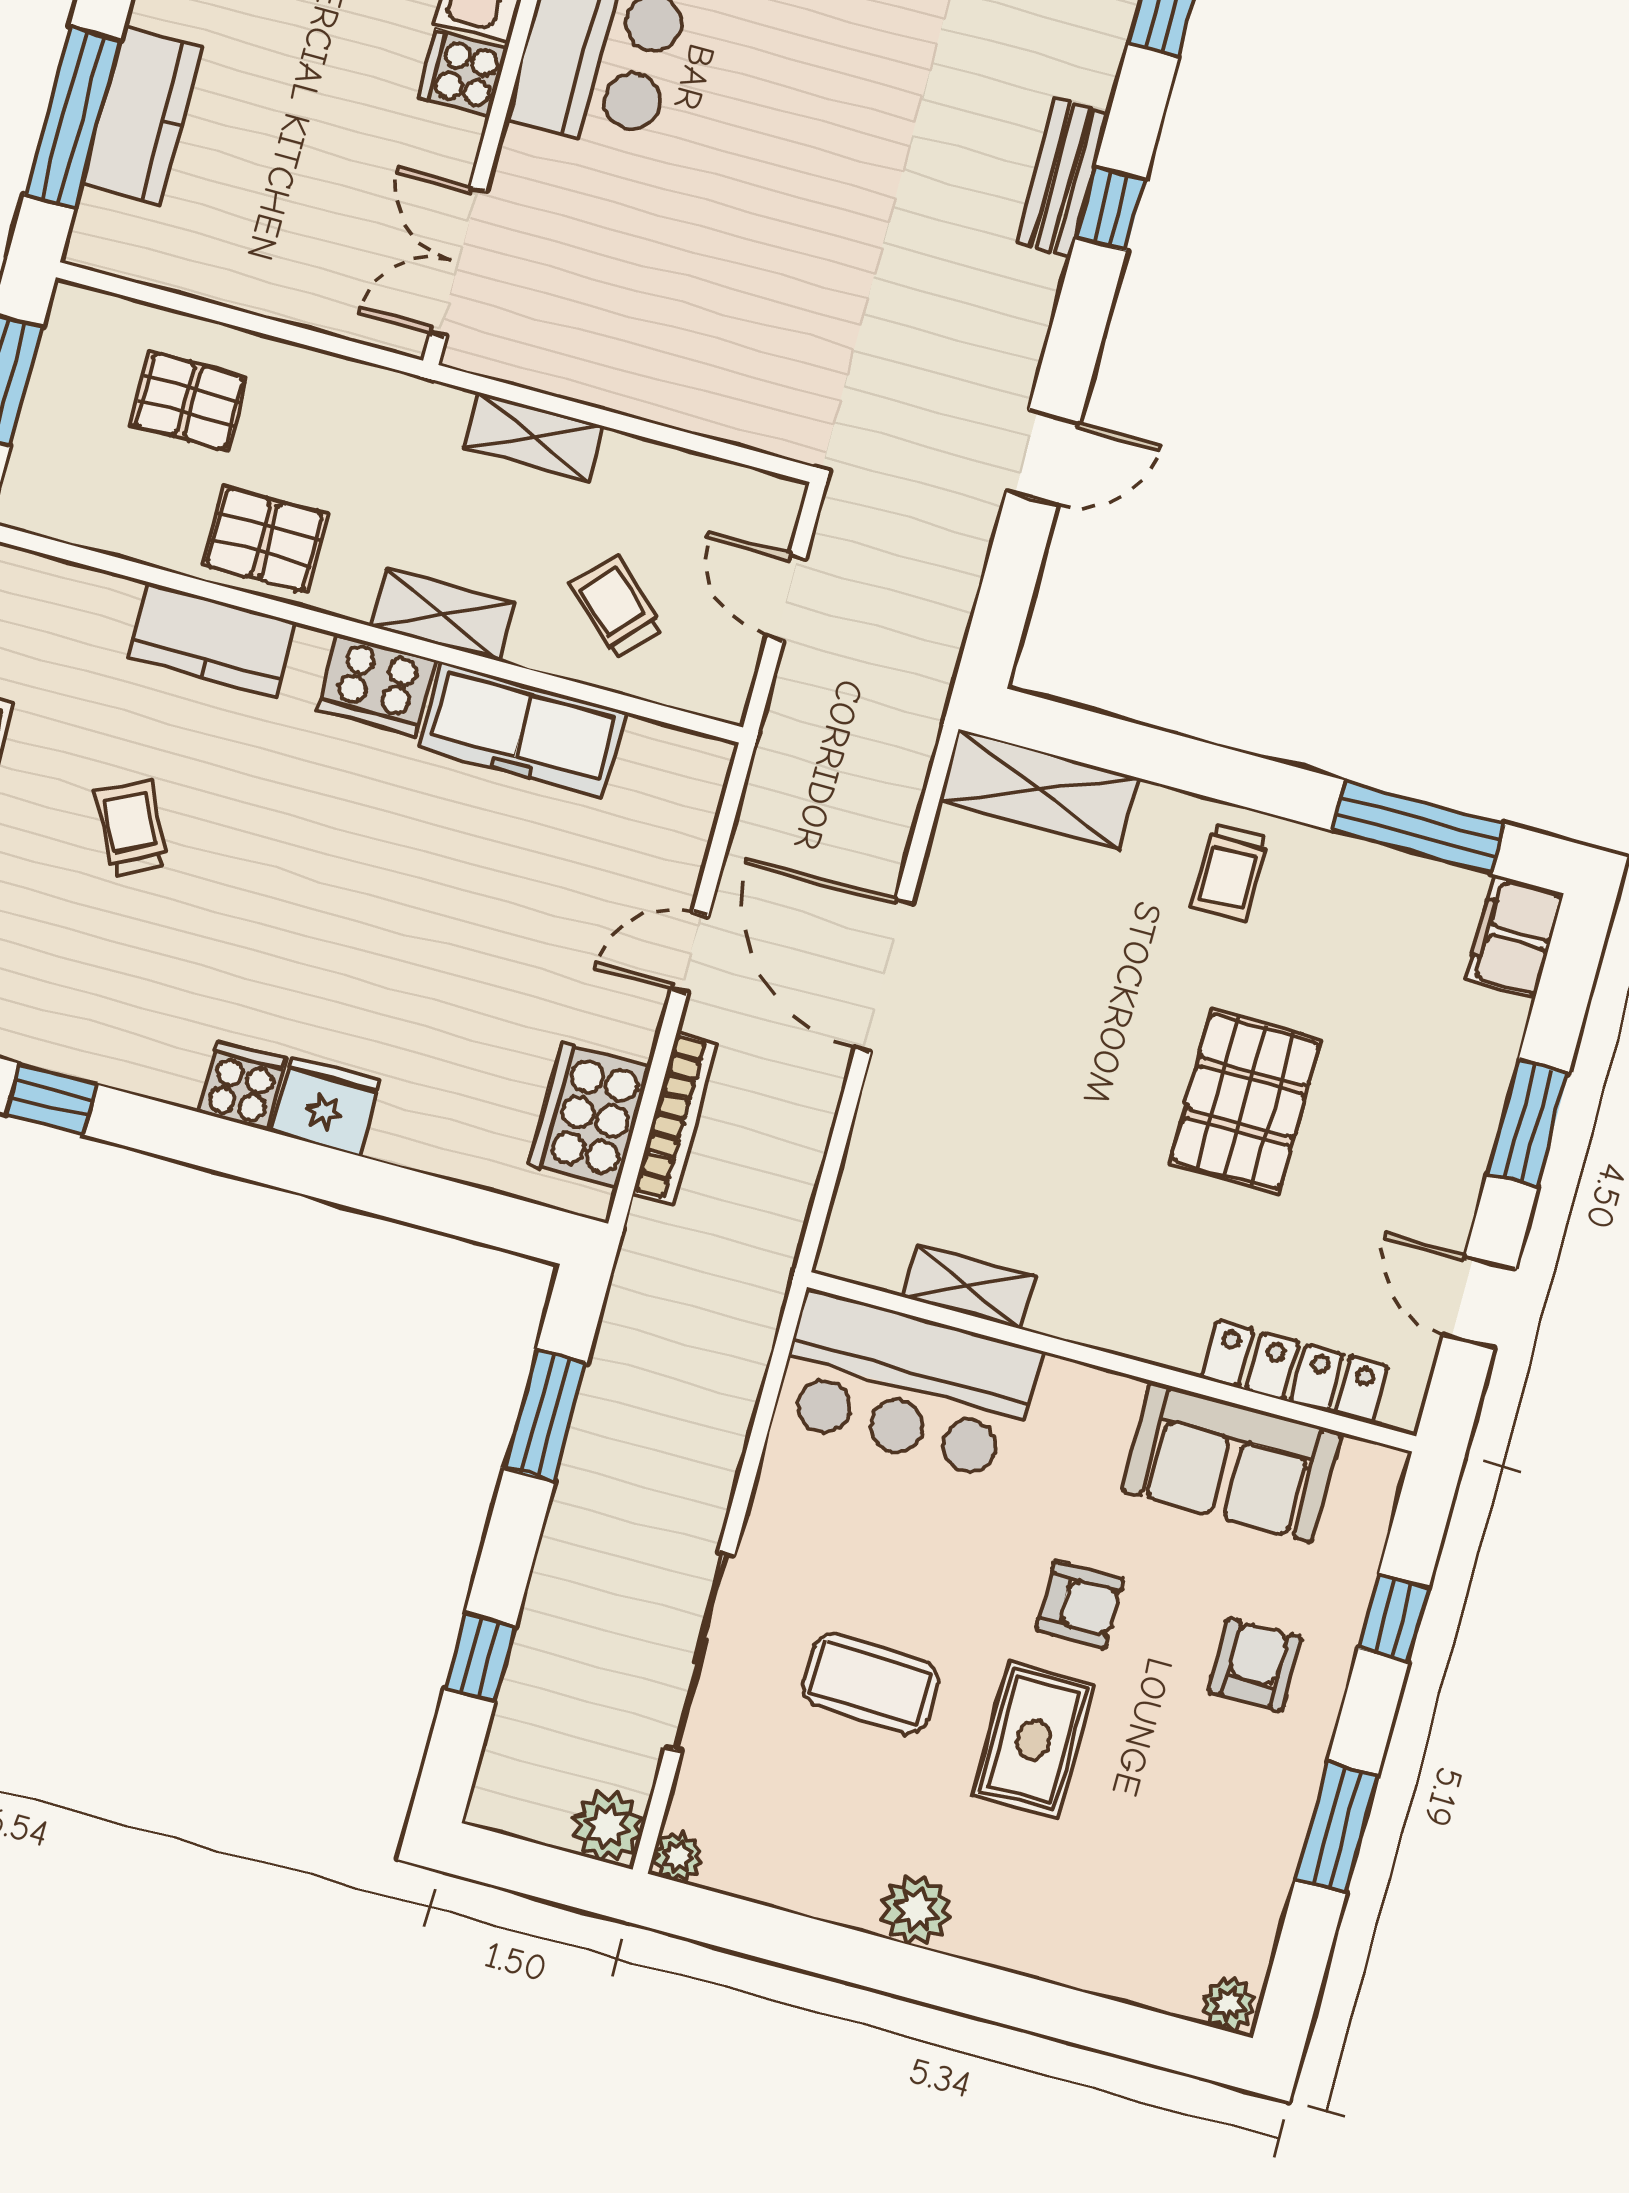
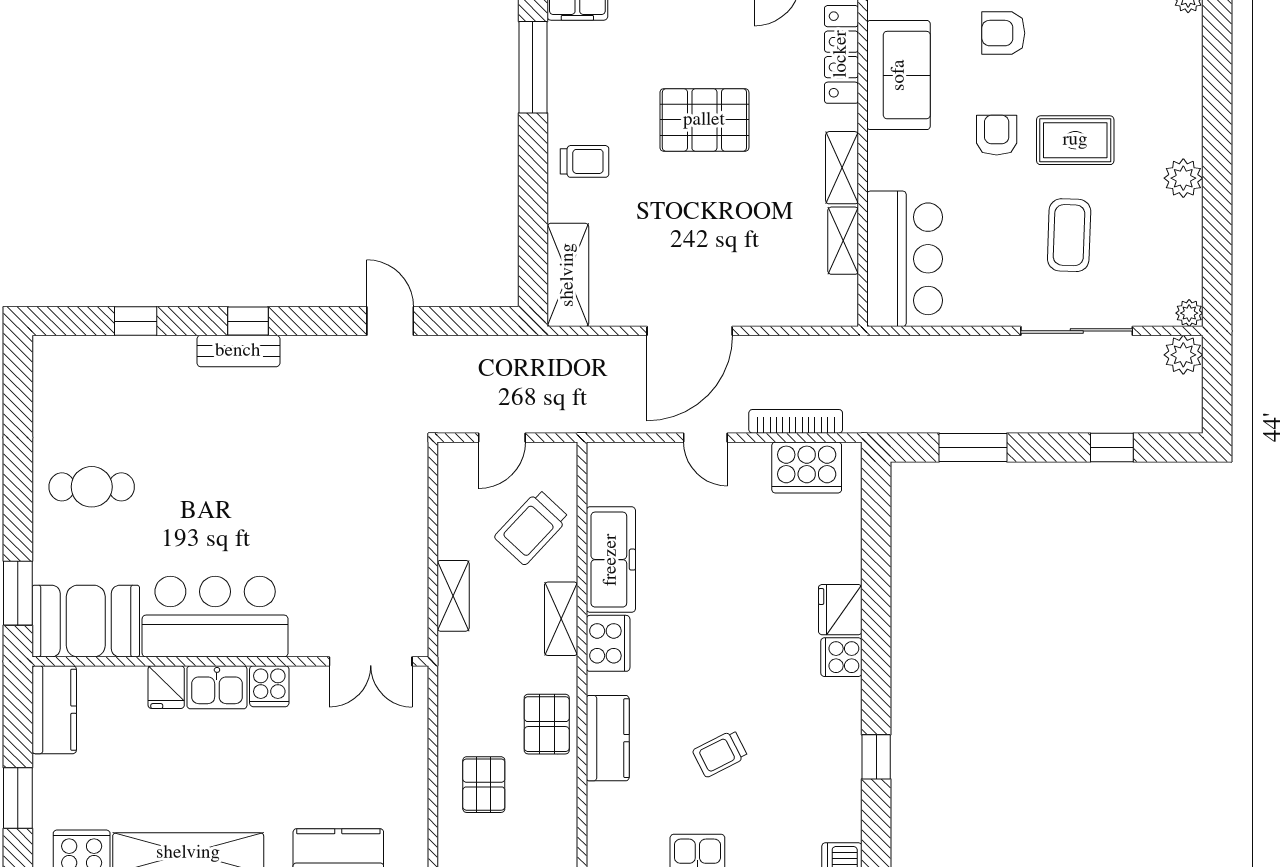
trolley: (616, 607) -> (532, 527), width x1.36, depth x1.39
shelving: (1096, 1319) -> (842, 168), added

